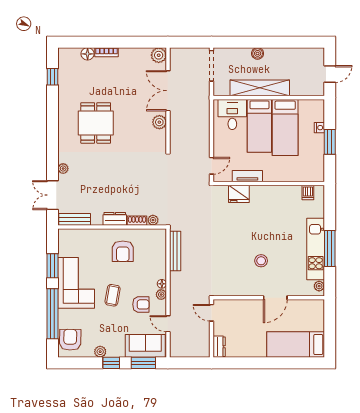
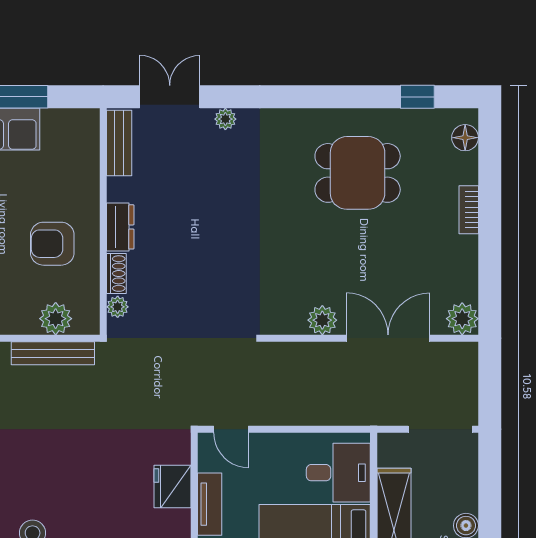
floor lamp: (88, 54) -> (465, 138), moved
dining table: (96, 123) -> (358, 173), moved
plant: (159, 250) -> (56, 319), added

